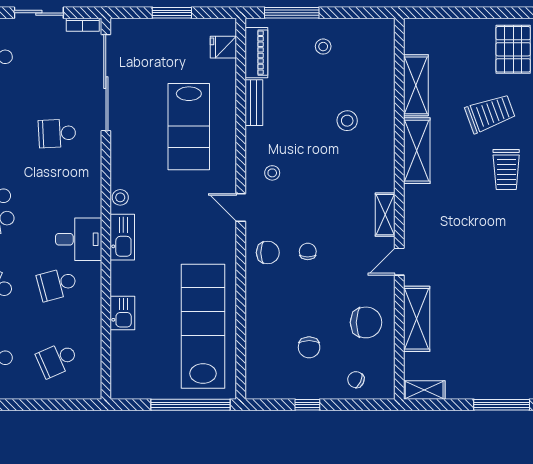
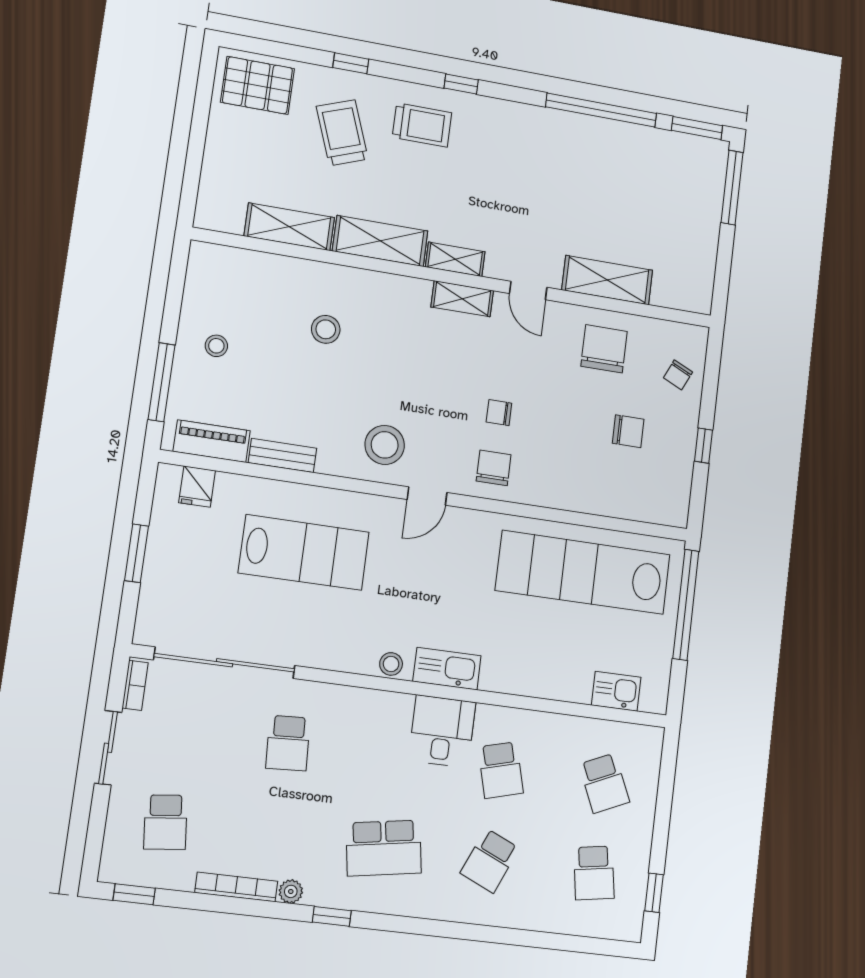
stool: (272, 173) -> (385, 445), width x1.89, depth x1.89
kitchen sink: (122, 313) -> (616, 691), moved
shelving: (424, 390) -> (455, 259), moved, turned 90

